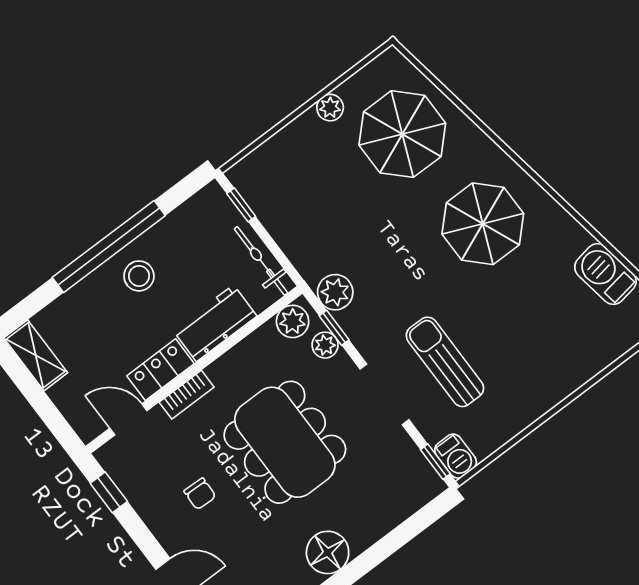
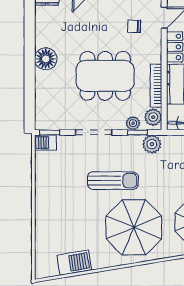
parasol: (483, 224) -> (134, 227), width x1.36, depth x1.36
sun lounger: (445, 362) -> (113, 181), moved
bookcase: (187, 395) -> (156, 86), moved, width x1.56
chair: (200, 494) -> (134, 26), moved

